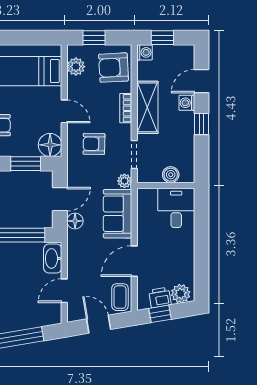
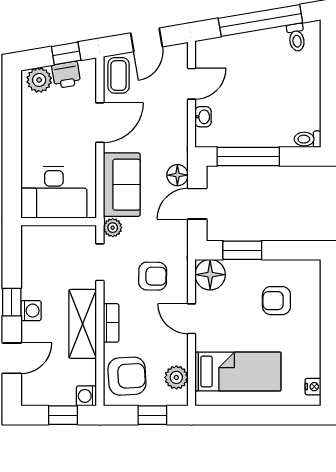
washing machine: (187, 103) -> (31, 311), moved
boiler: (171, 175) -> (52, 236), removed
desk: (176, 208) -> (54, 192), width x1.37
washbasin: (53, 258) -> (203, 117), width x0.52, depth x0.69
door: (99, 324) -> (147, 40), hinge flipped

